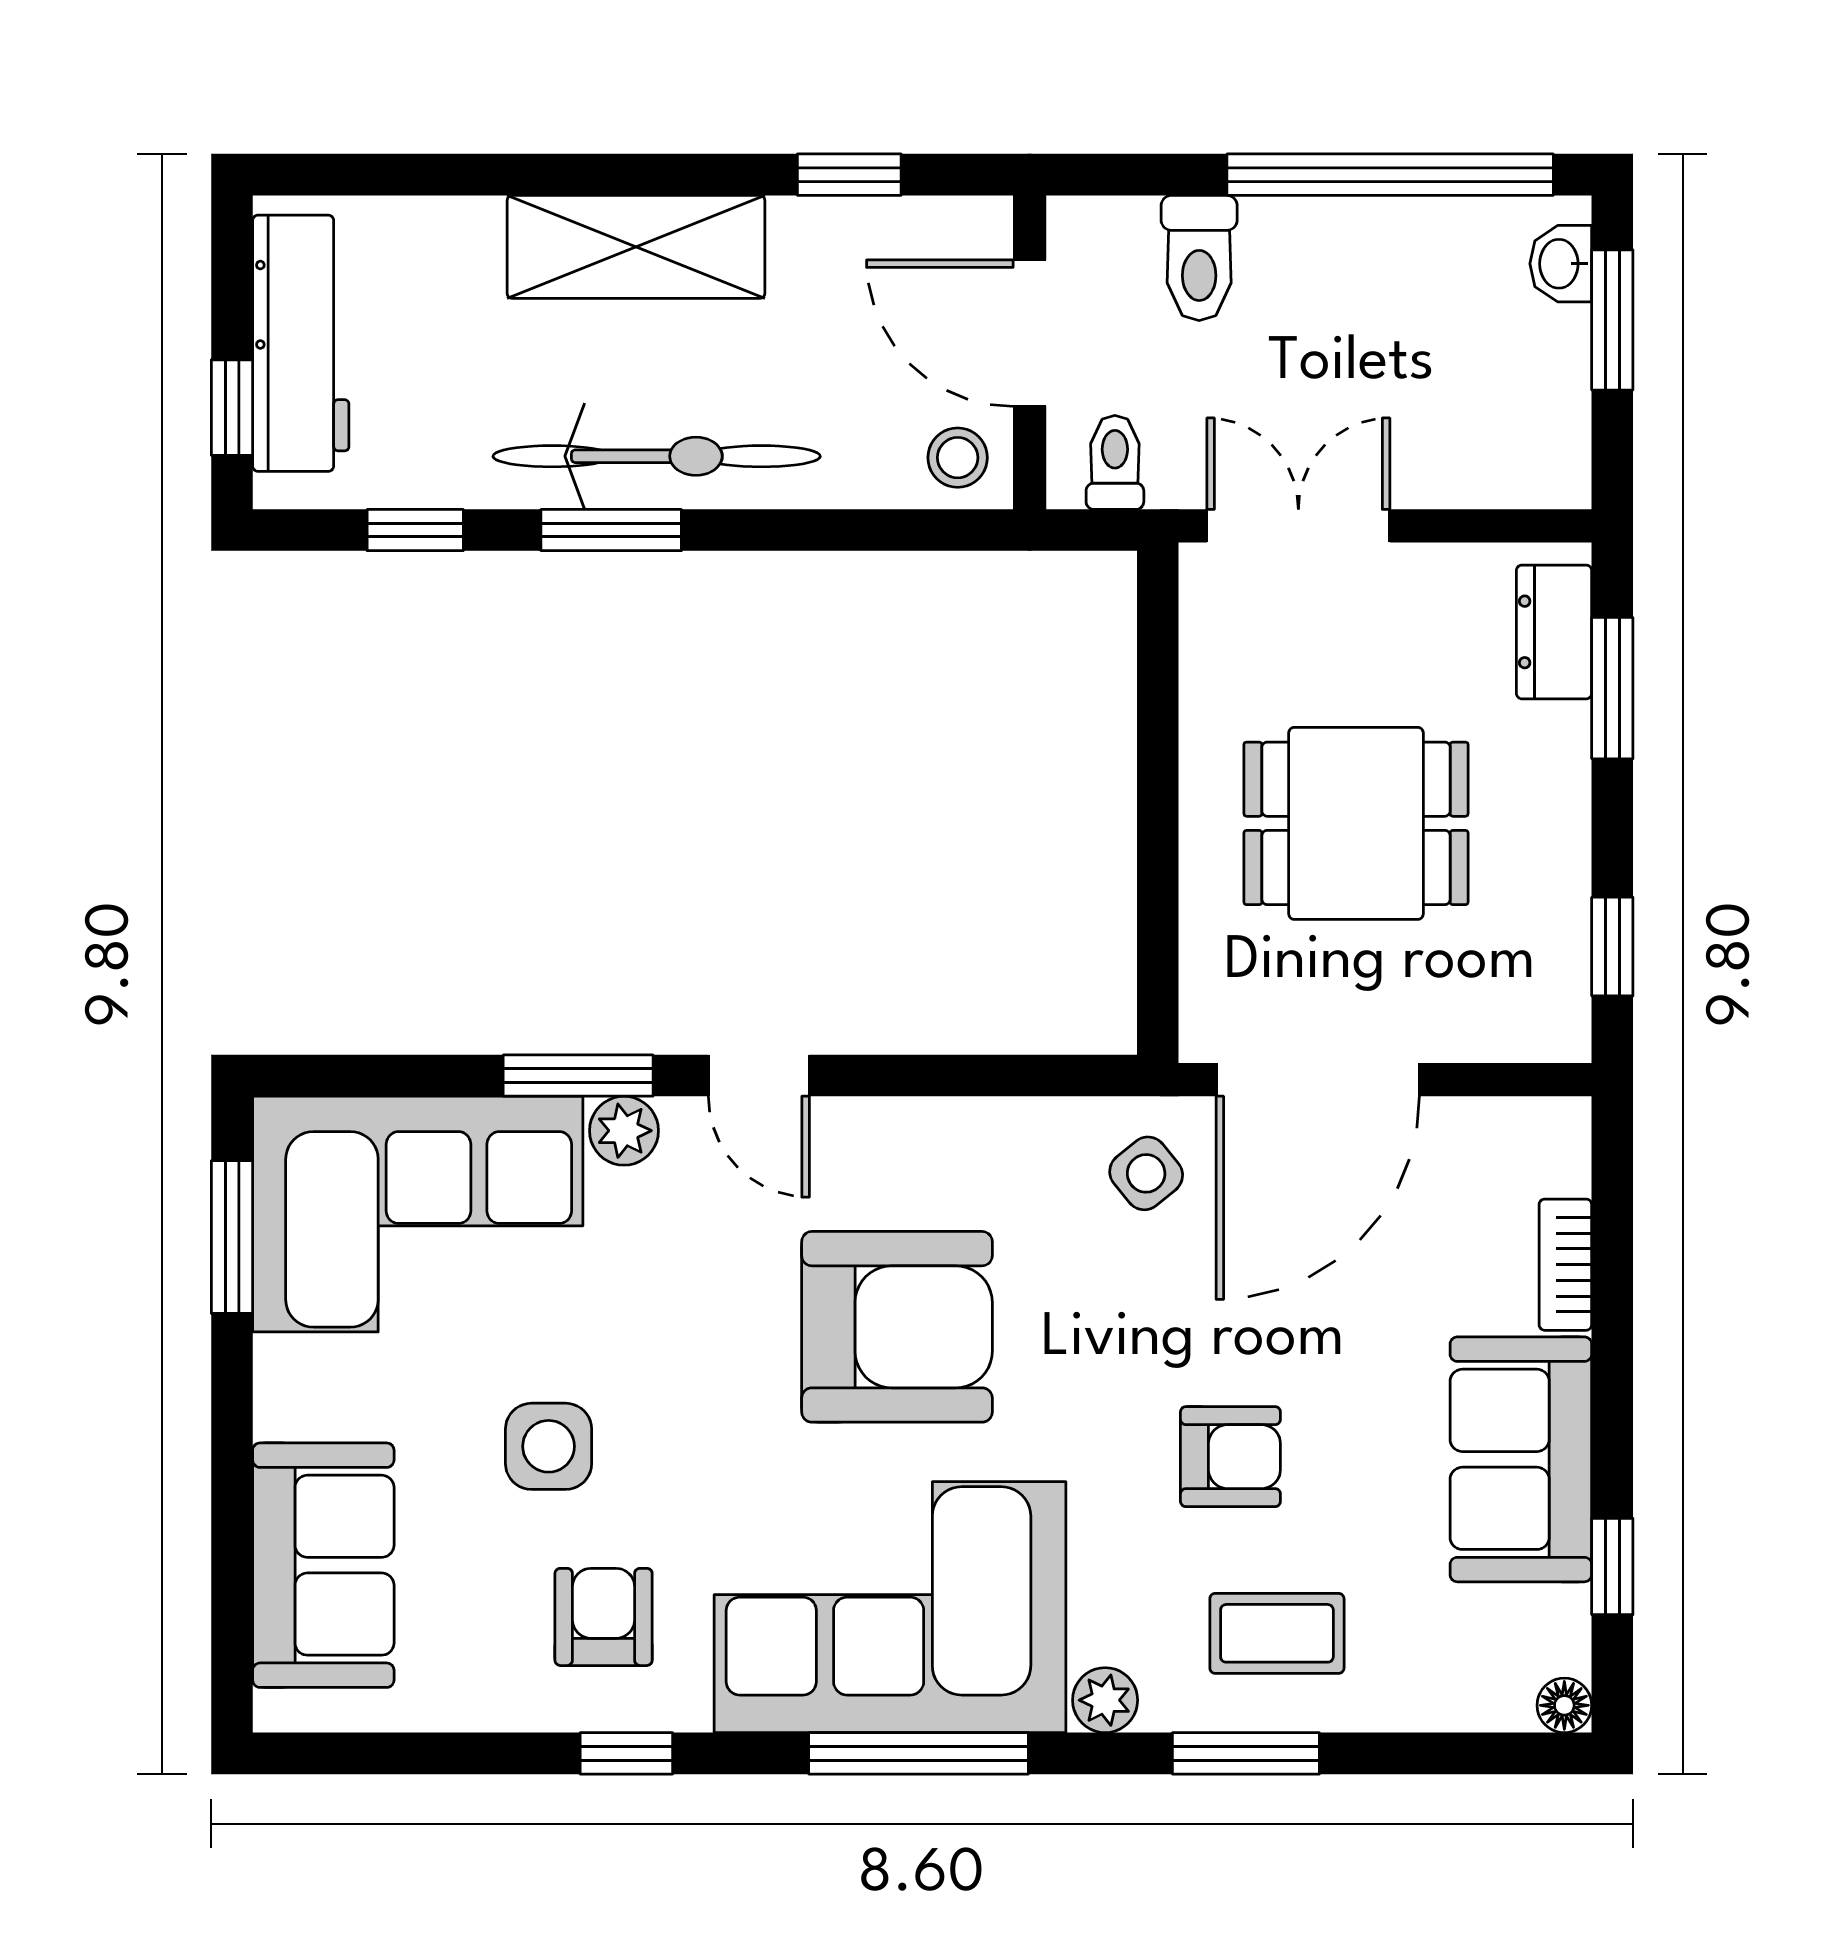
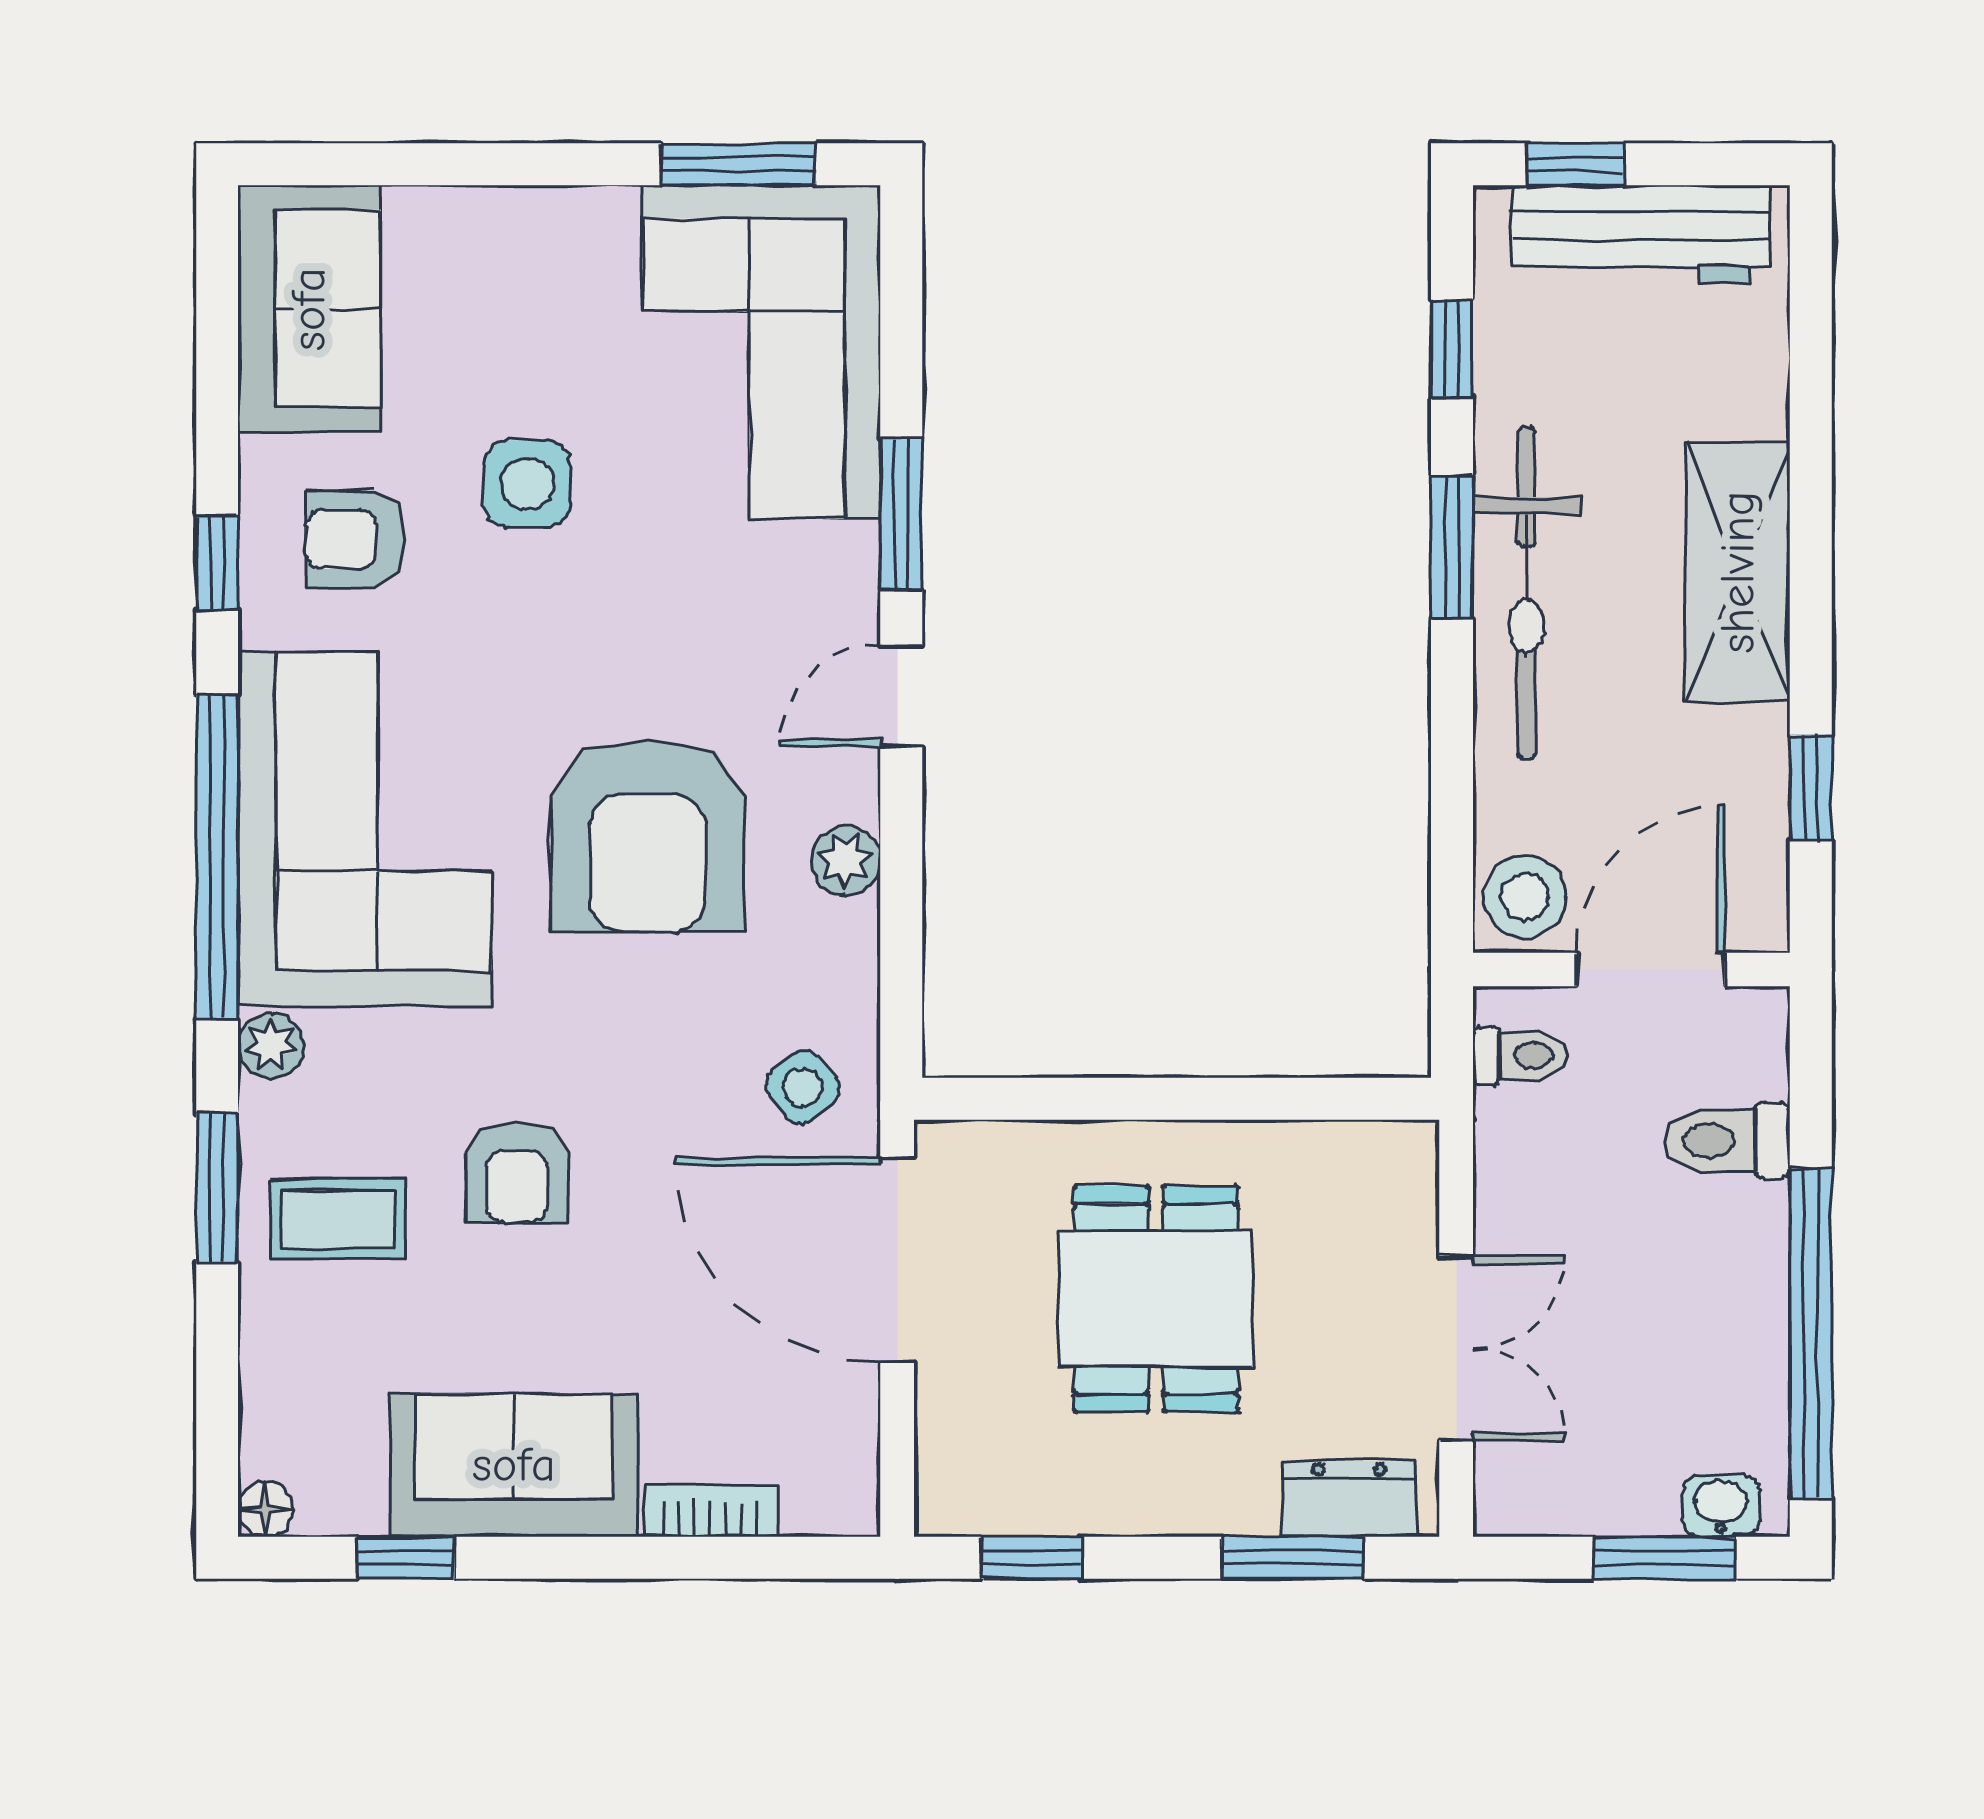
stool: (958, 458) -> (1525, 897), width x1.37, depth x1.37
double door: (1298, 526) -> (1456, 1348), moved
plant: (624, 1131) -> (846, 861), moved
sofa: (323, 1565) -> (309, 309), moved, turned -90
armchair: (604, 1617) -> (355, 539), turned 180
coffee table: (1277, 1633) -> (338, 1219), turned 90
window: (919, 1753) -> (217, 857), width x1.46

